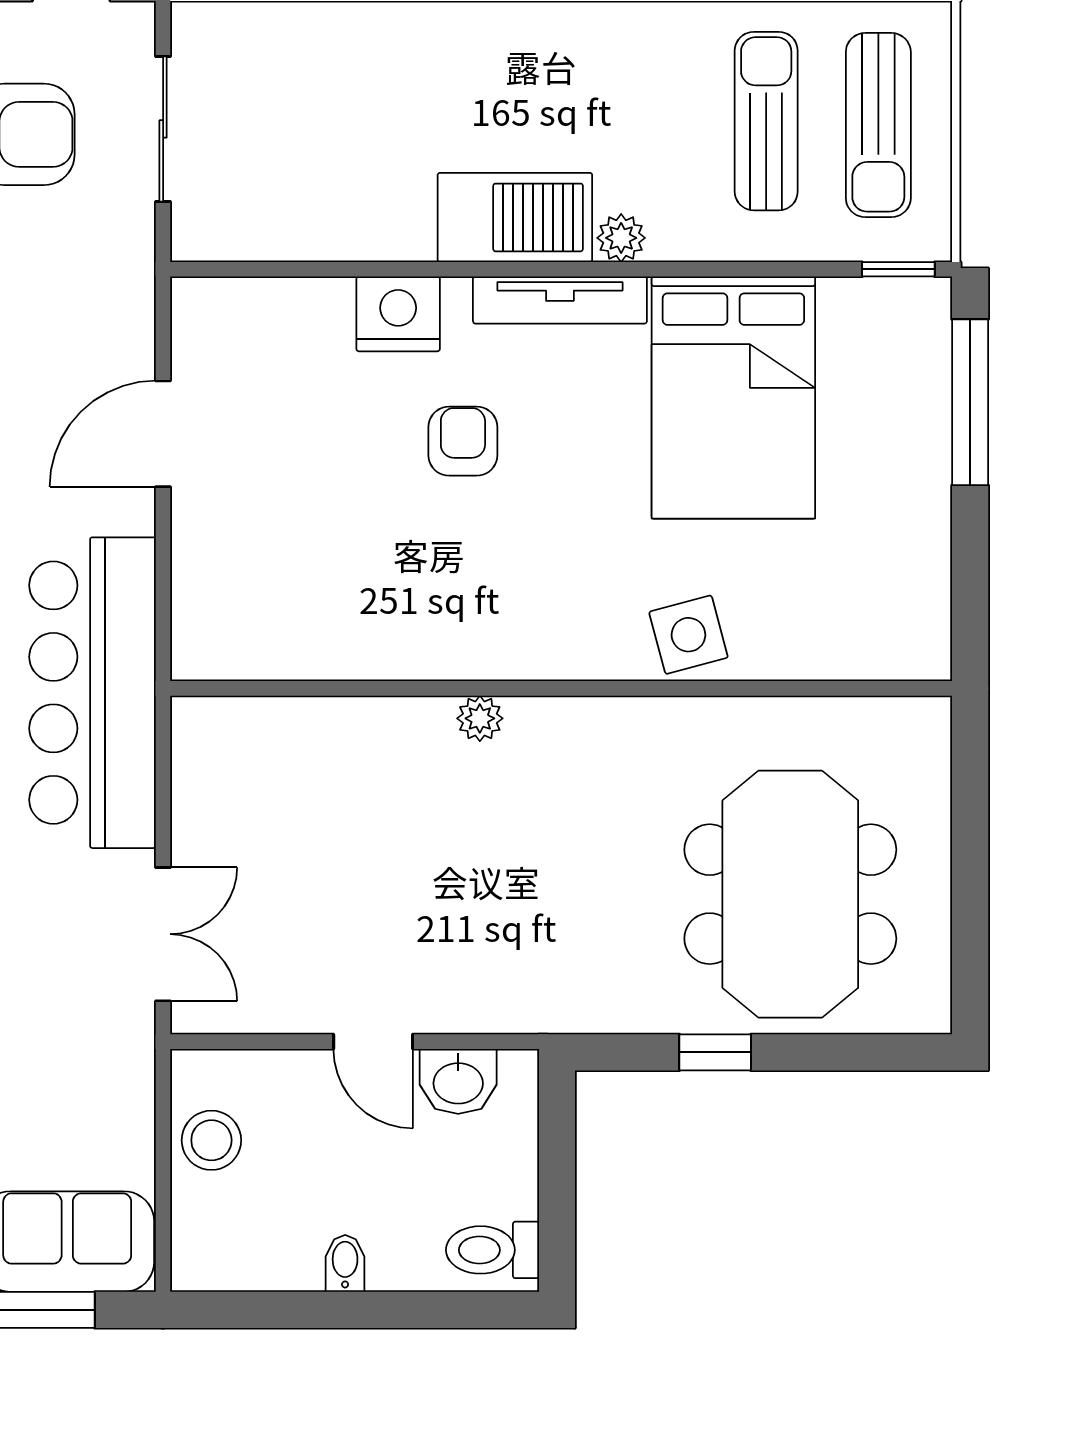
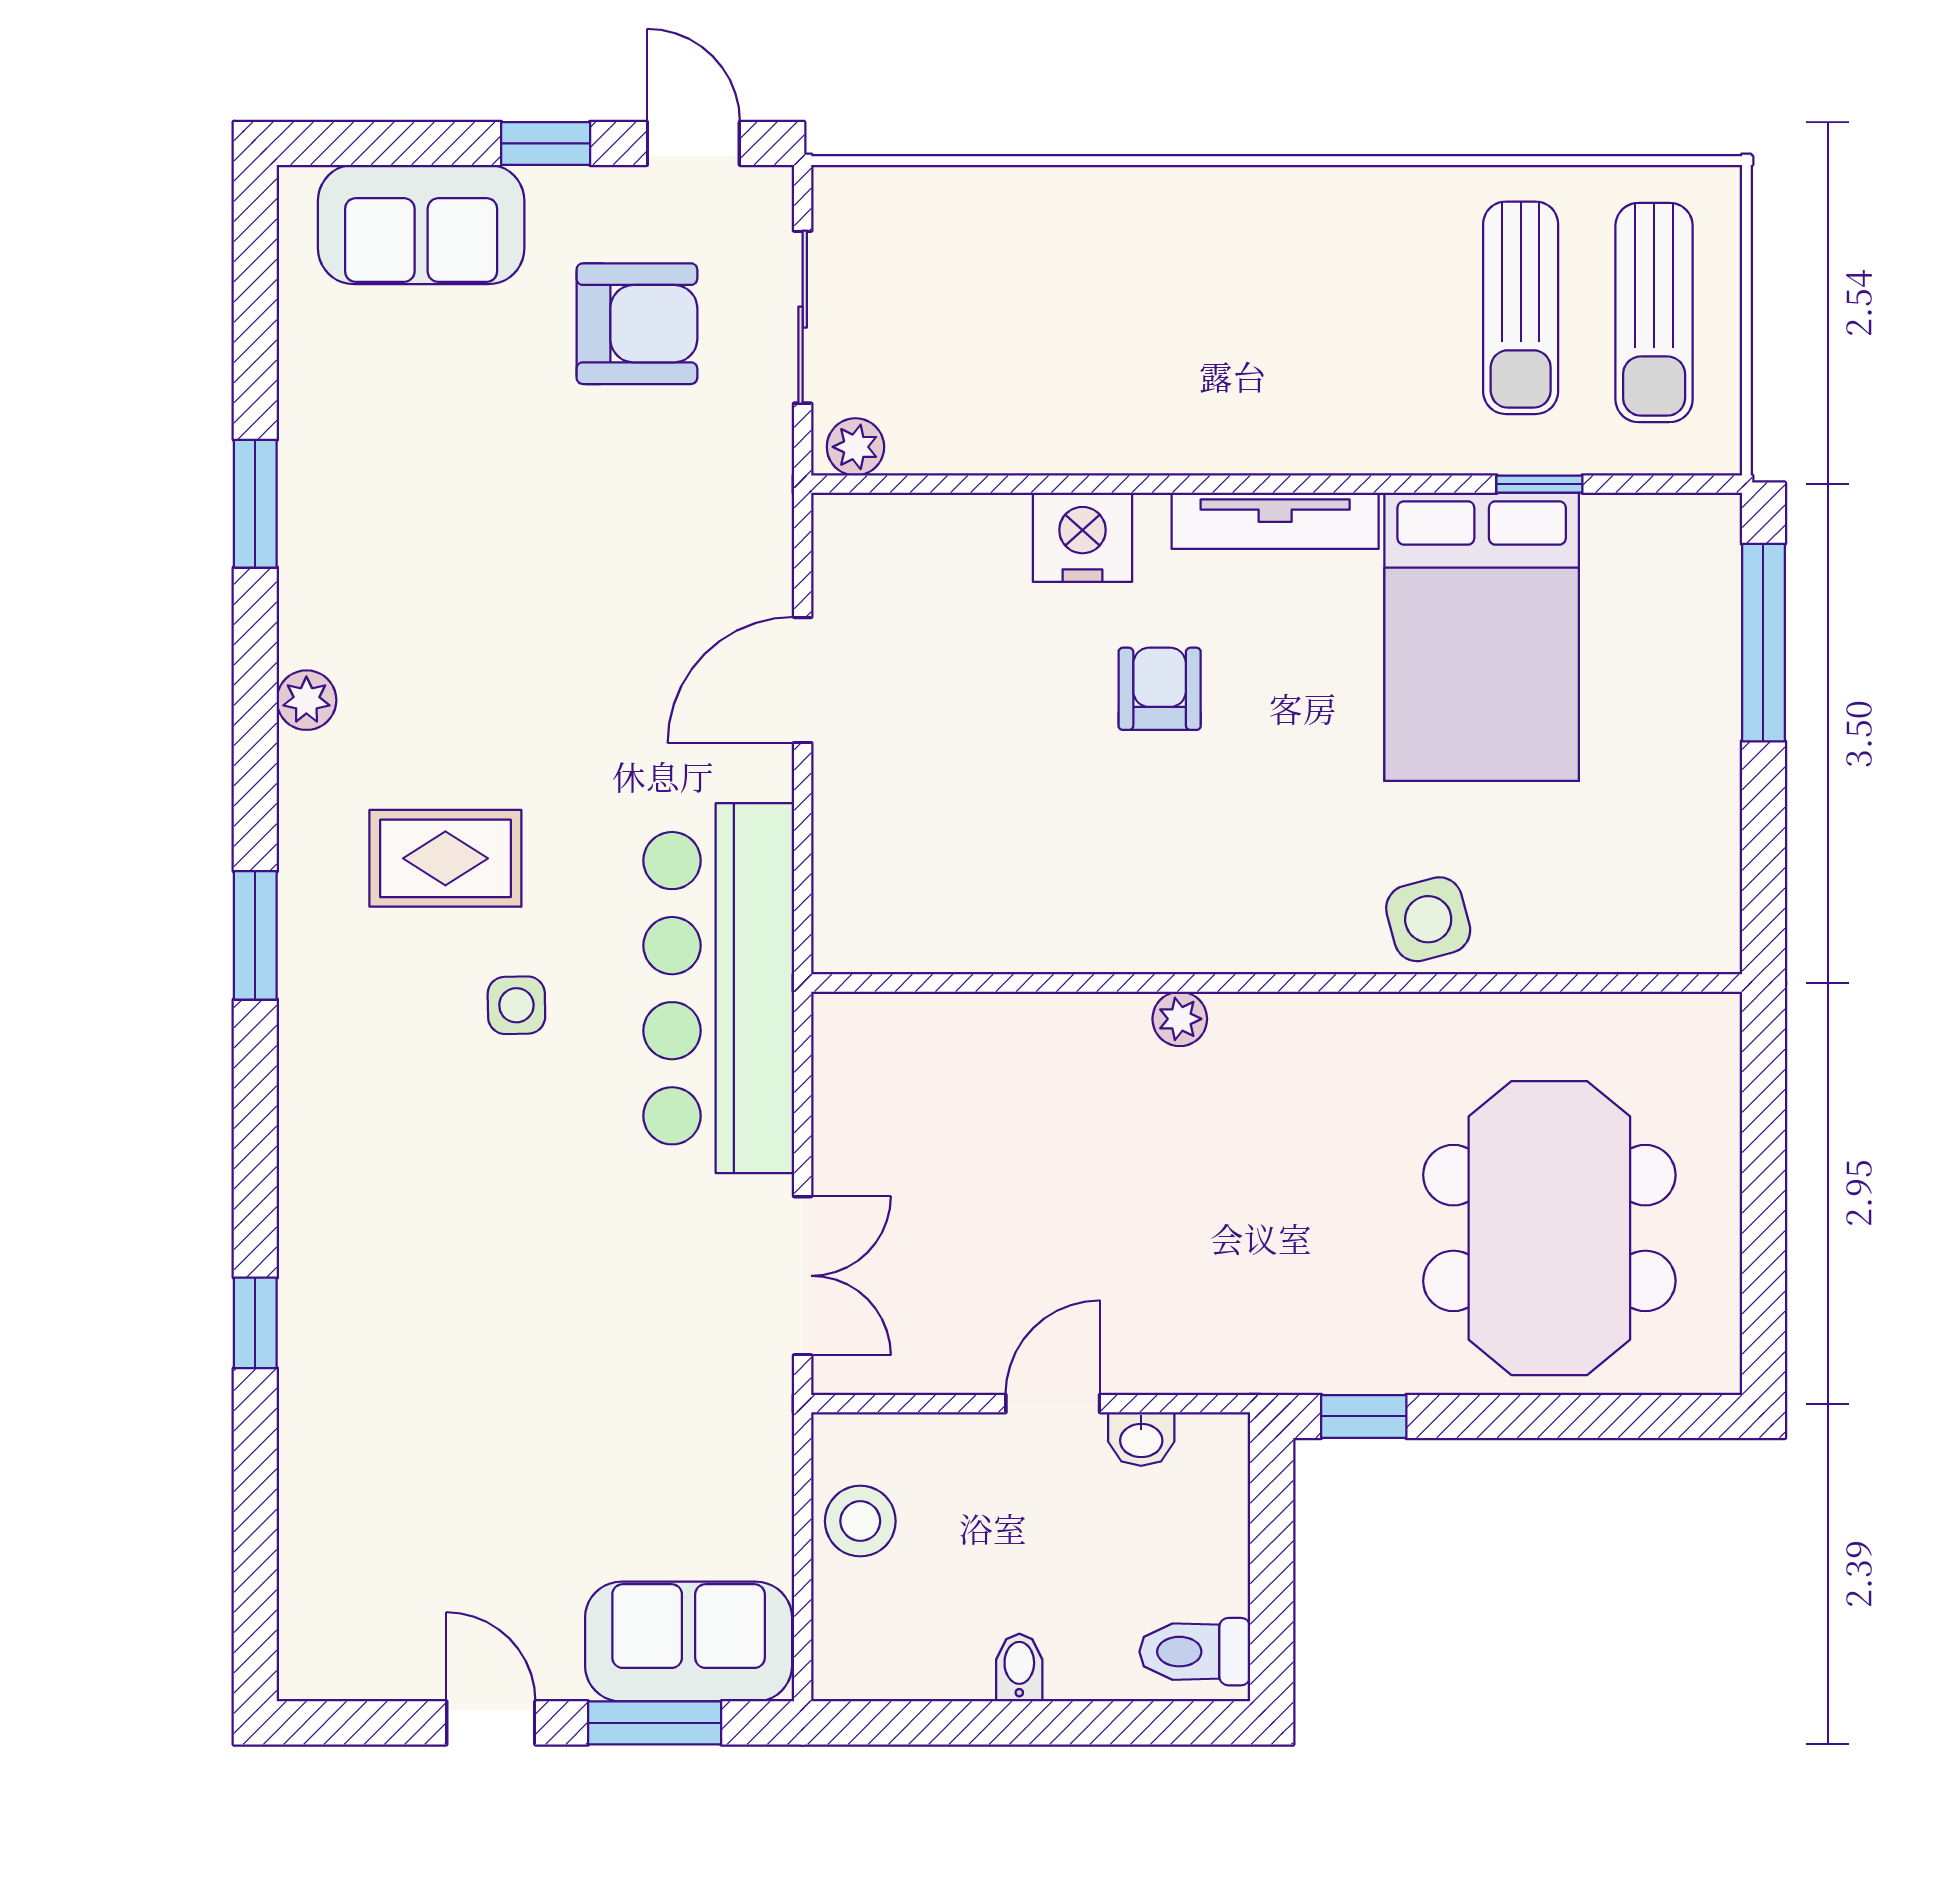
sun lounger: (766, 121) -> (1521, 308), turned 180
barbecue: (515, 217) -> (1222, 422), removed
plant: (621, 238) -> (855, 447), moved
window: (898, 269) -> (1539, 484), moved
door: (373, 1042) -> (1053, 1404), swing flipped
window: (715, 1052) -> (1364, 1416), moved
washbasin: (458, 1081) -> (1141, 1439), width x0.72, depth x0.69

